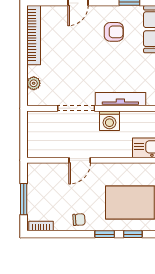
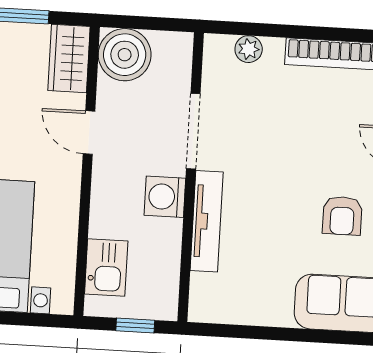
boiler: (40, 145) -> (125, 55), added
wardrobe: (43, 172) -> (69, 59), added

